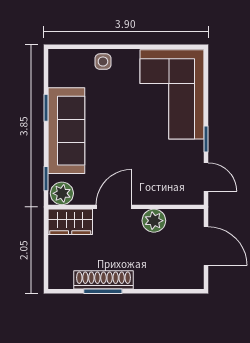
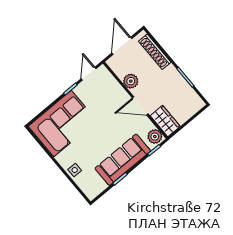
shoe rack: (103, 280) -> (155, 52), moved

